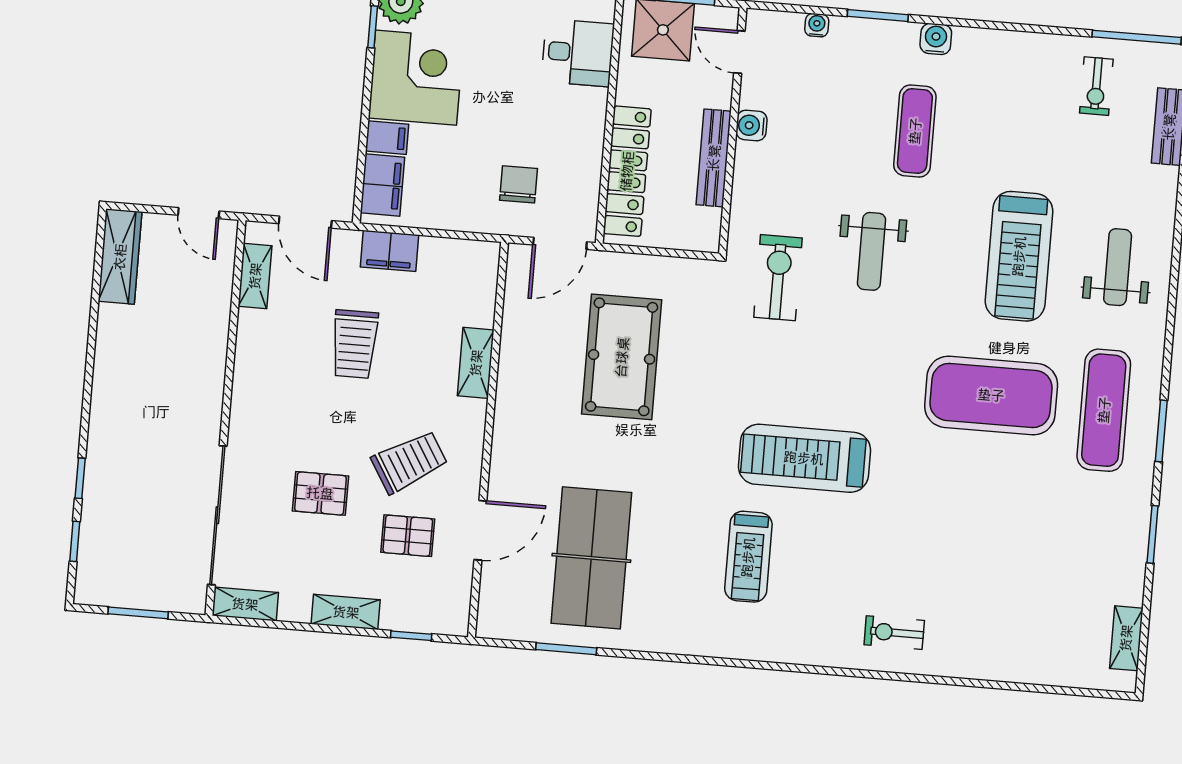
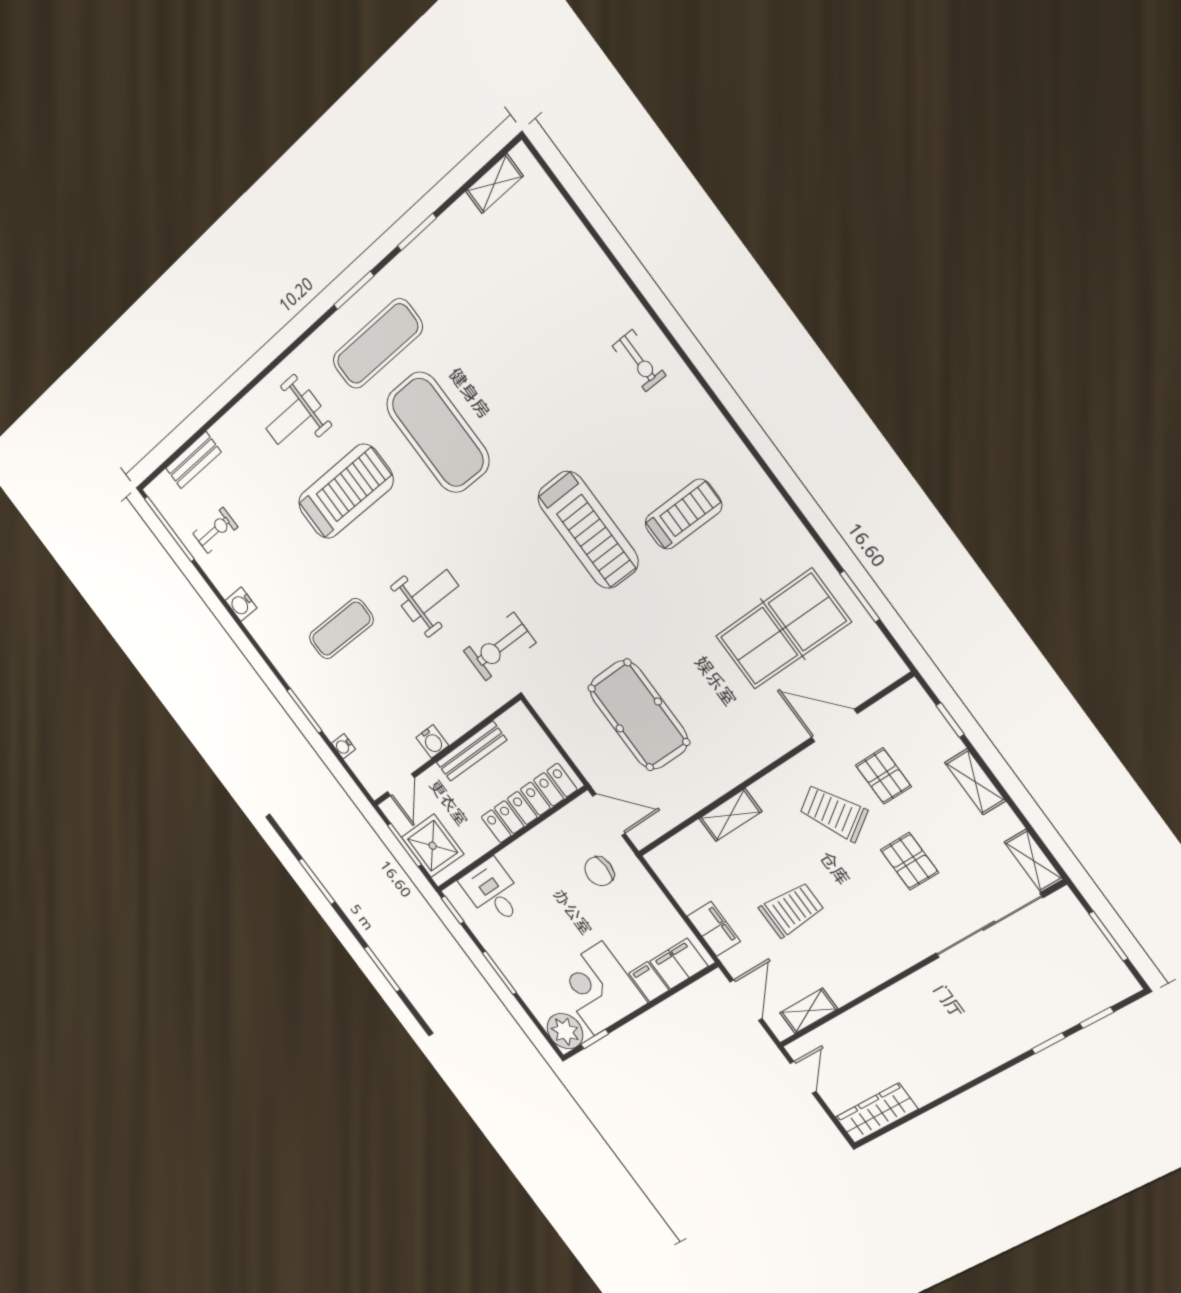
water cooler: (936, 39) -> (241, 604), moved
pool table: (622, 357) -> (639, 715), turned 90

